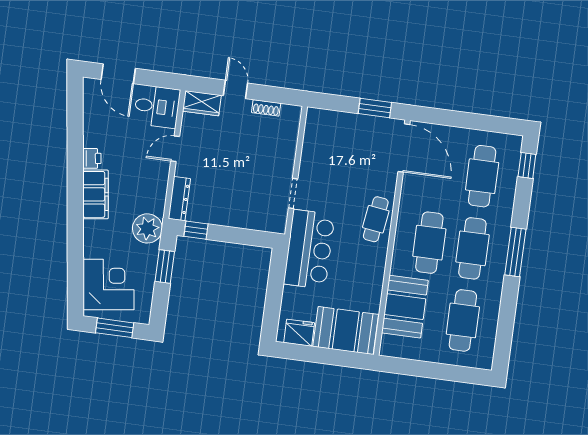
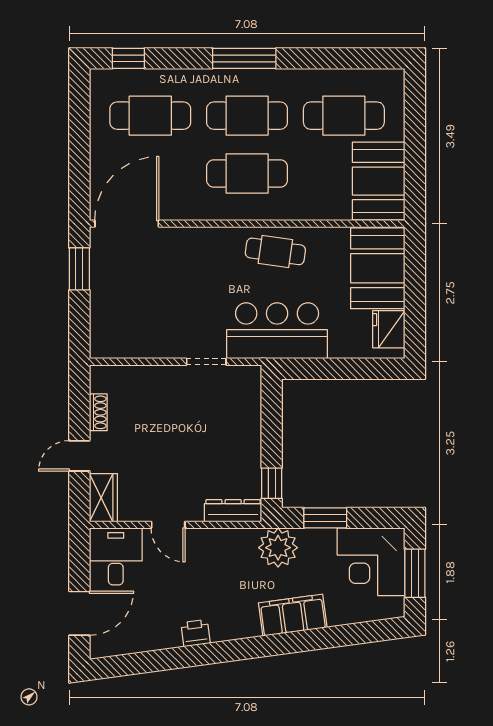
filing cabinet: (95, 194) -> (293, 615), moved
cafe table: (376, 219) -> (275, 251), moved
corner desk: (108, 284) -> (371, 562), moved, turned -82
booth: (405, 307) -> (379, 181), moved, turned 90

